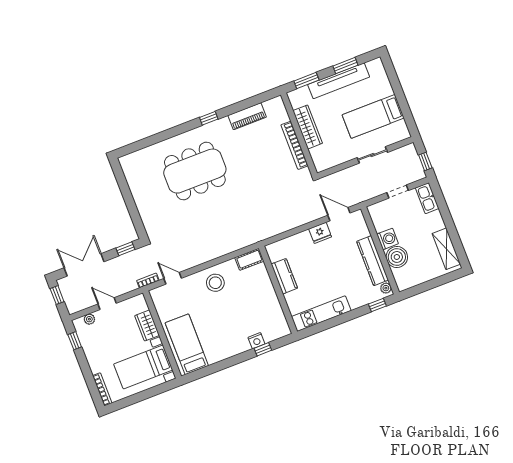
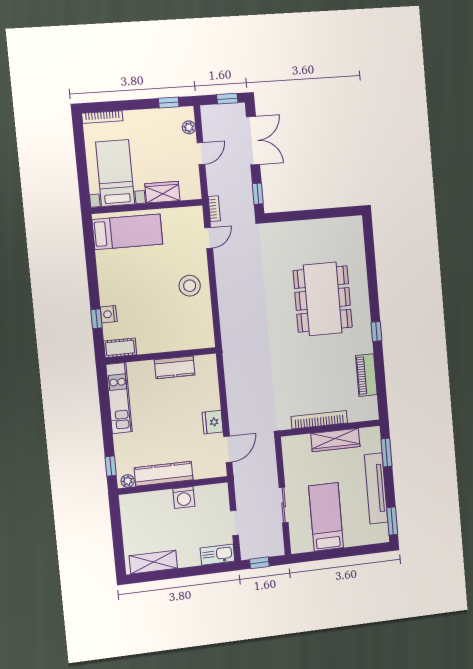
window: (345, 66) -> (392, 521), moved
boiler: (397, 257) -> (160, 503), removed
cot: (249, 259) -> (120, 348), moved, turned 90

